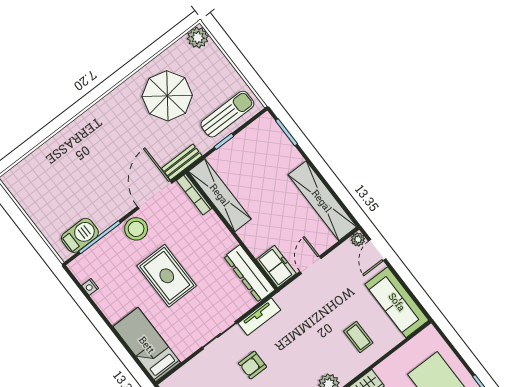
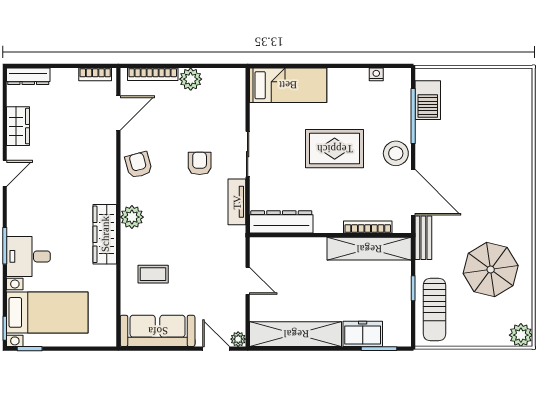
bookcase: (194, 194) -> (368, 227), moved
freezer: (276, 266) -> (363, 334), moved, turned 180

